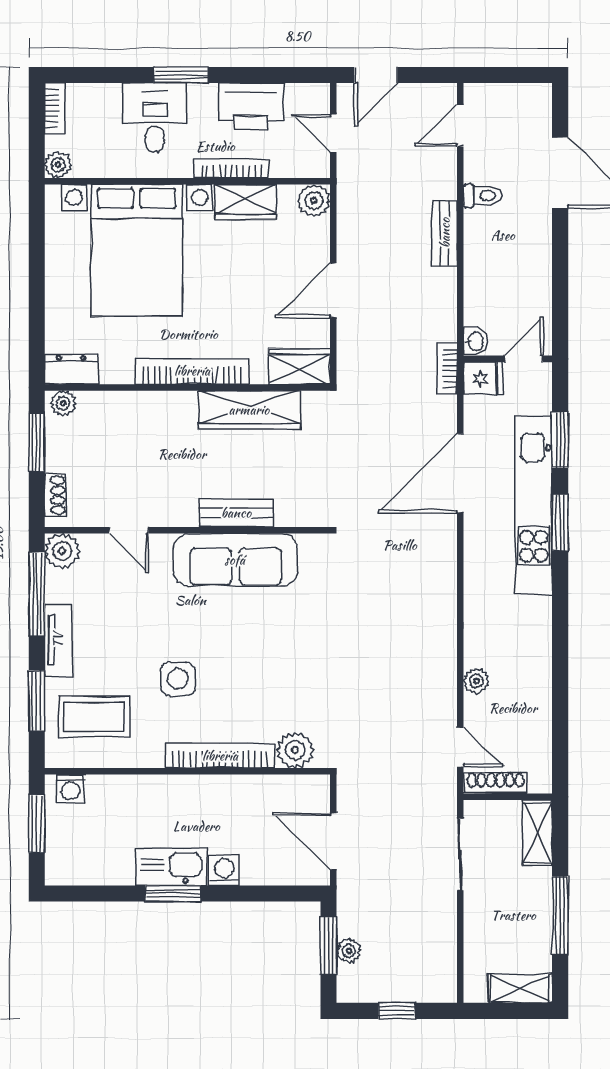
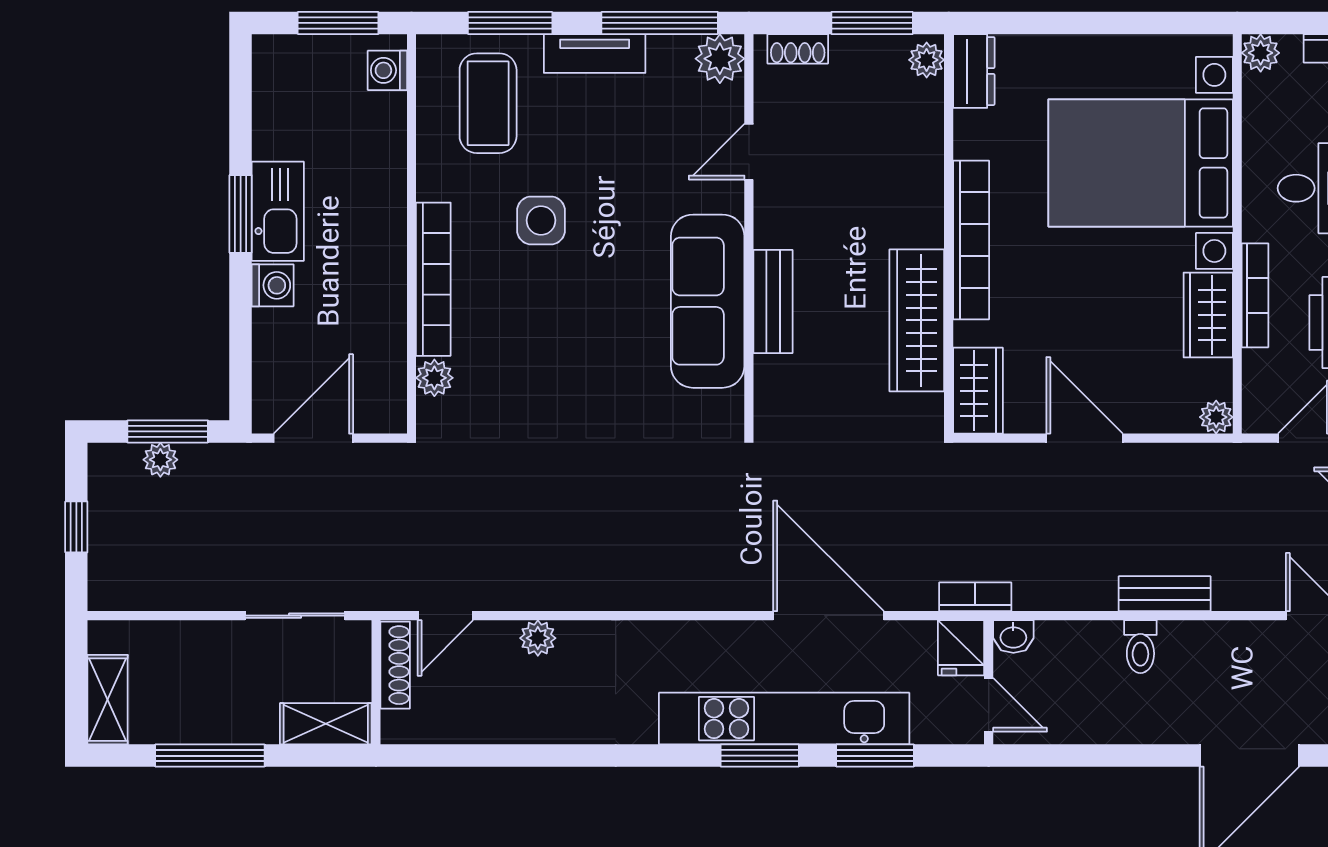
toilet: (482, 196) -> (1140, 647), moved
plant: (314, 201) -> (1216, 417), width x0.73, depth x0.73
plant: (295, 750) -> (434, 378), width x0.73, depth x0.73

